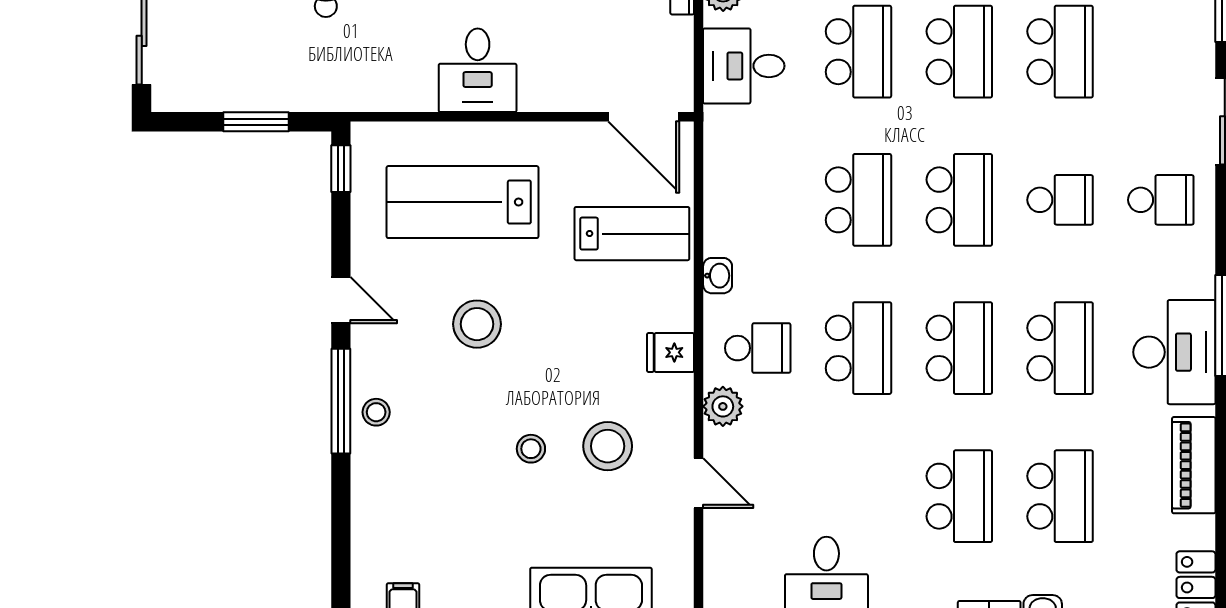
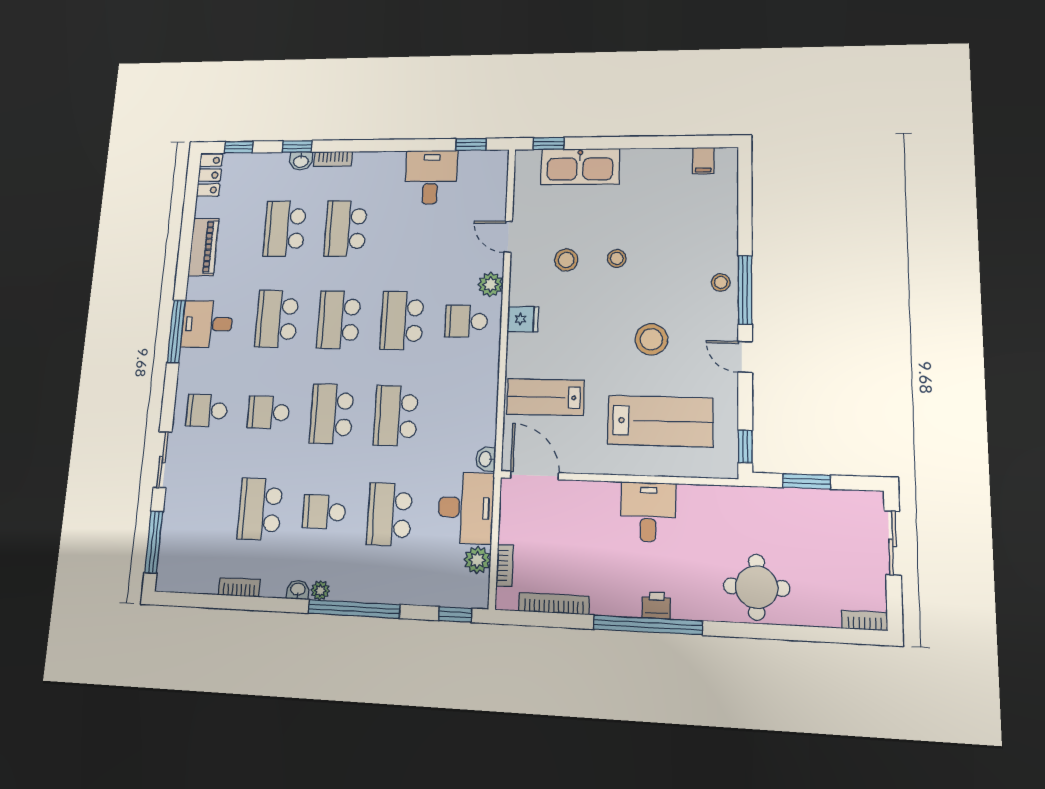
school desk: (959, 52) -> (324, 512), width x0.54
desk: (744, 66) -> (466, 508), width x1.37
washbasin: (718, 276) -> (486, 459), moved
desk: (1174, 352) -> (207, 324), width x0.73
stool: (608, 446) -> (566, 260), width x0.73, depth x0.73

